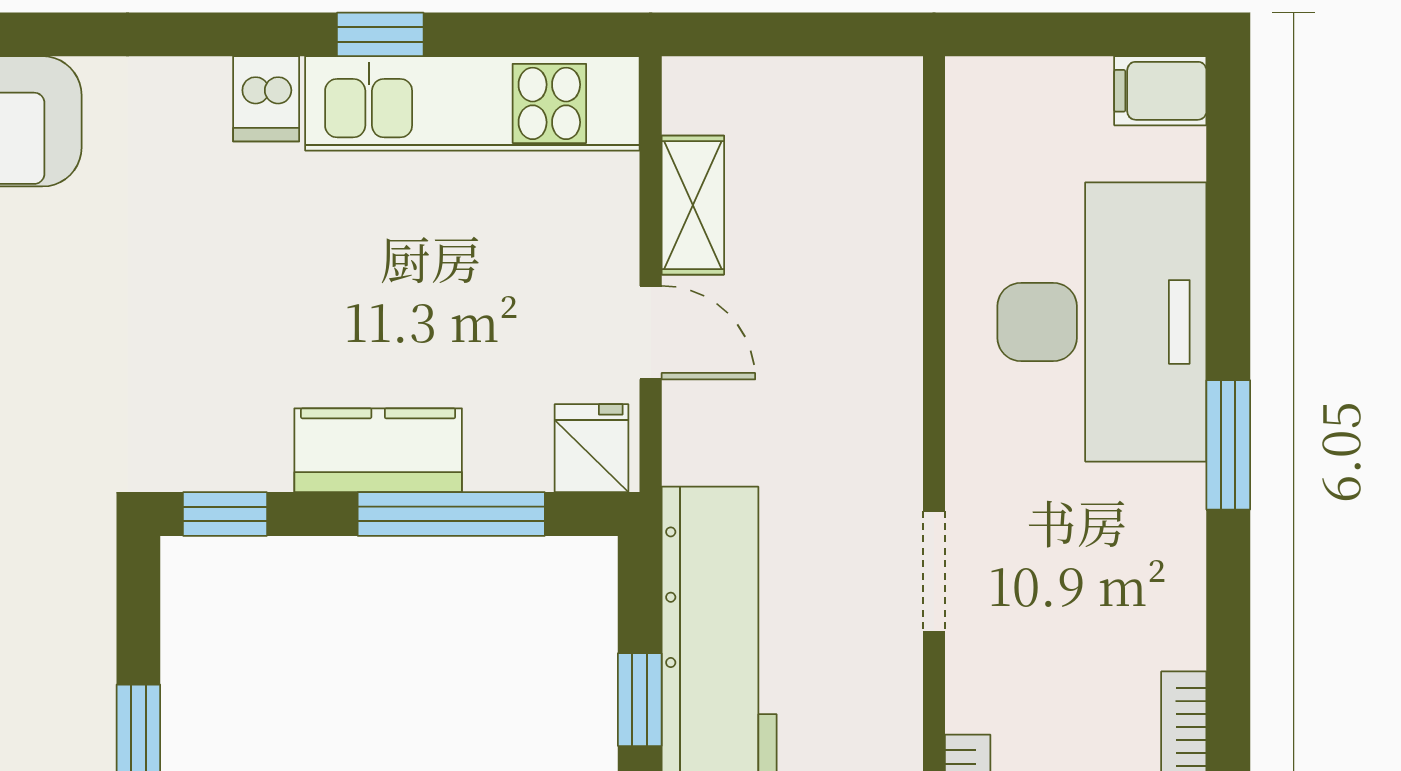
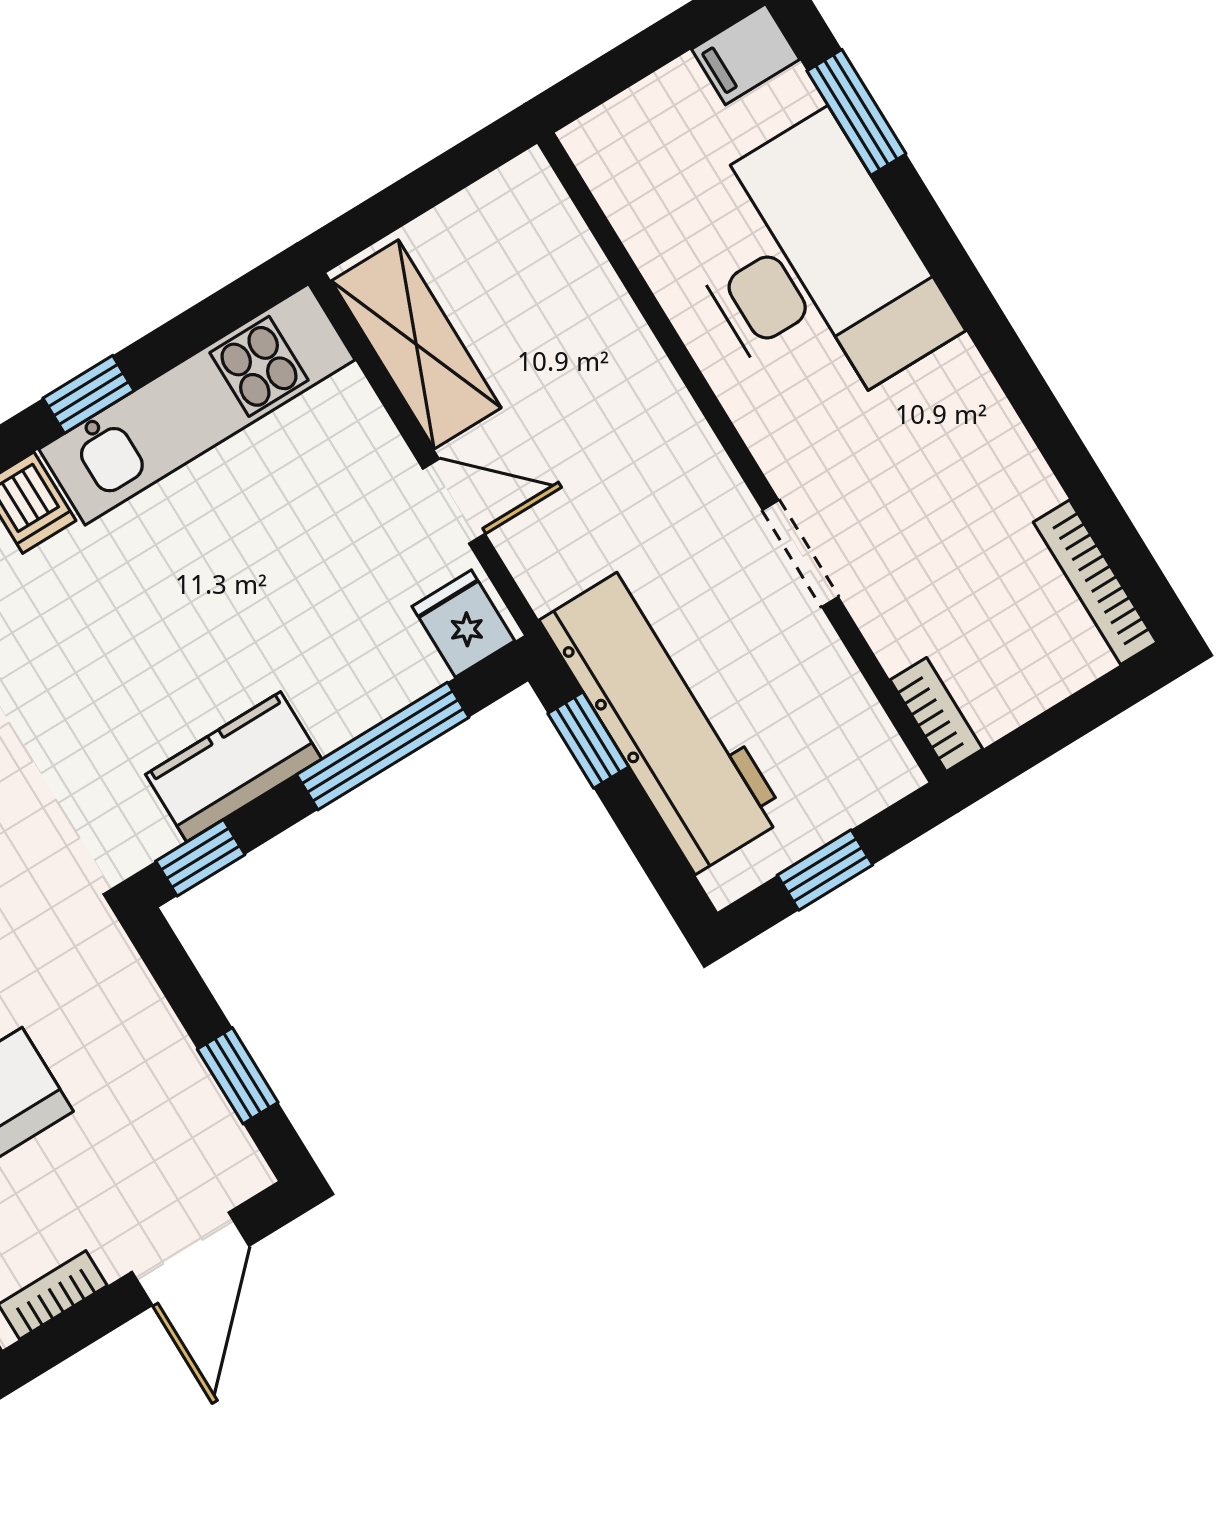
shelving: (693, 205) -> (416, 344), width x1.50, depth x1.33
window: (1228, 445) -> (856, 112), moved
kitchen counter: (378, 450) -> (234, 767), moved
window: (640, 700) -> (588, 740), moved

